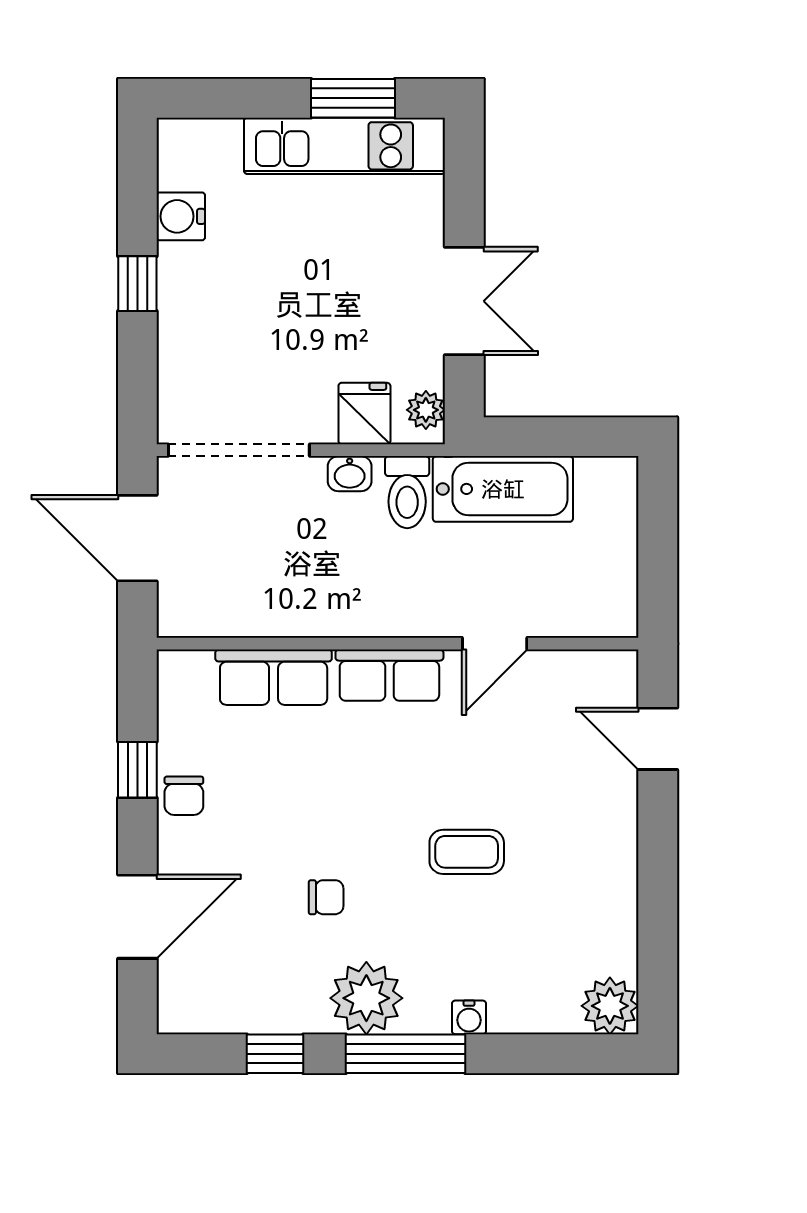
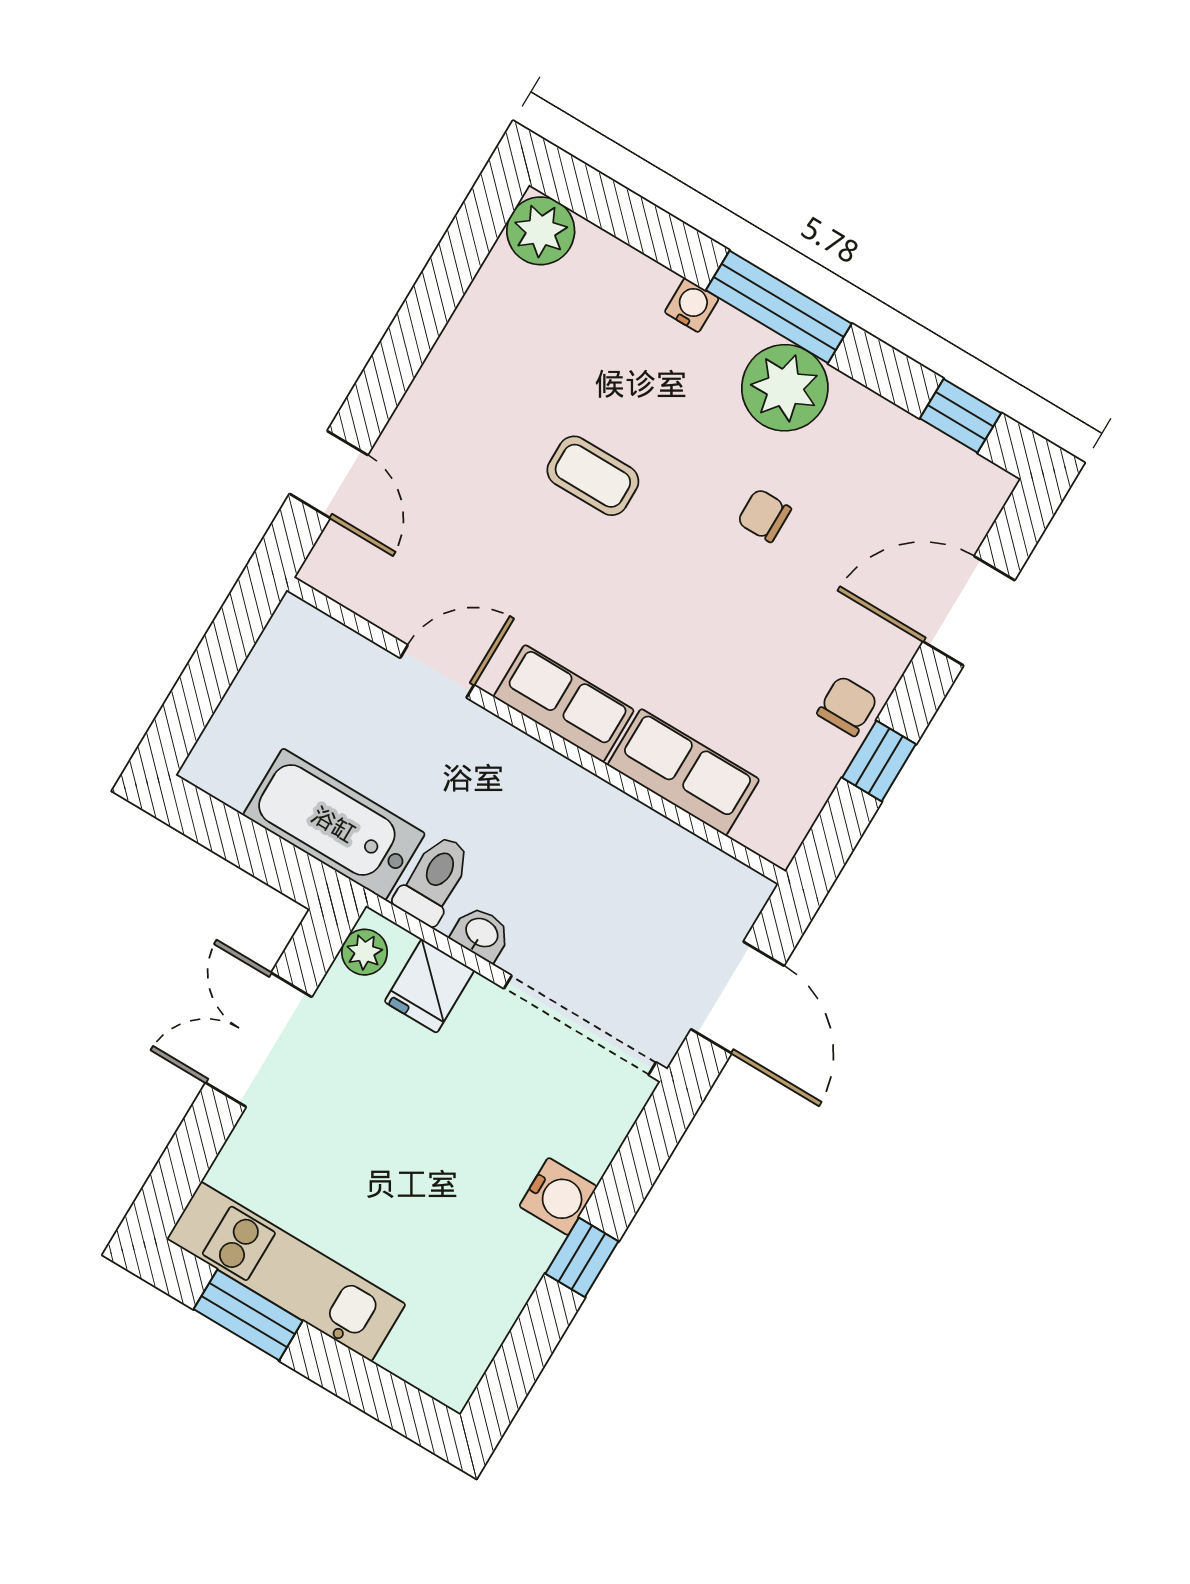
water cooler: (181, 216) -> (558, 1196), moved
window: (275, 1054) -> (961, 416), moved

